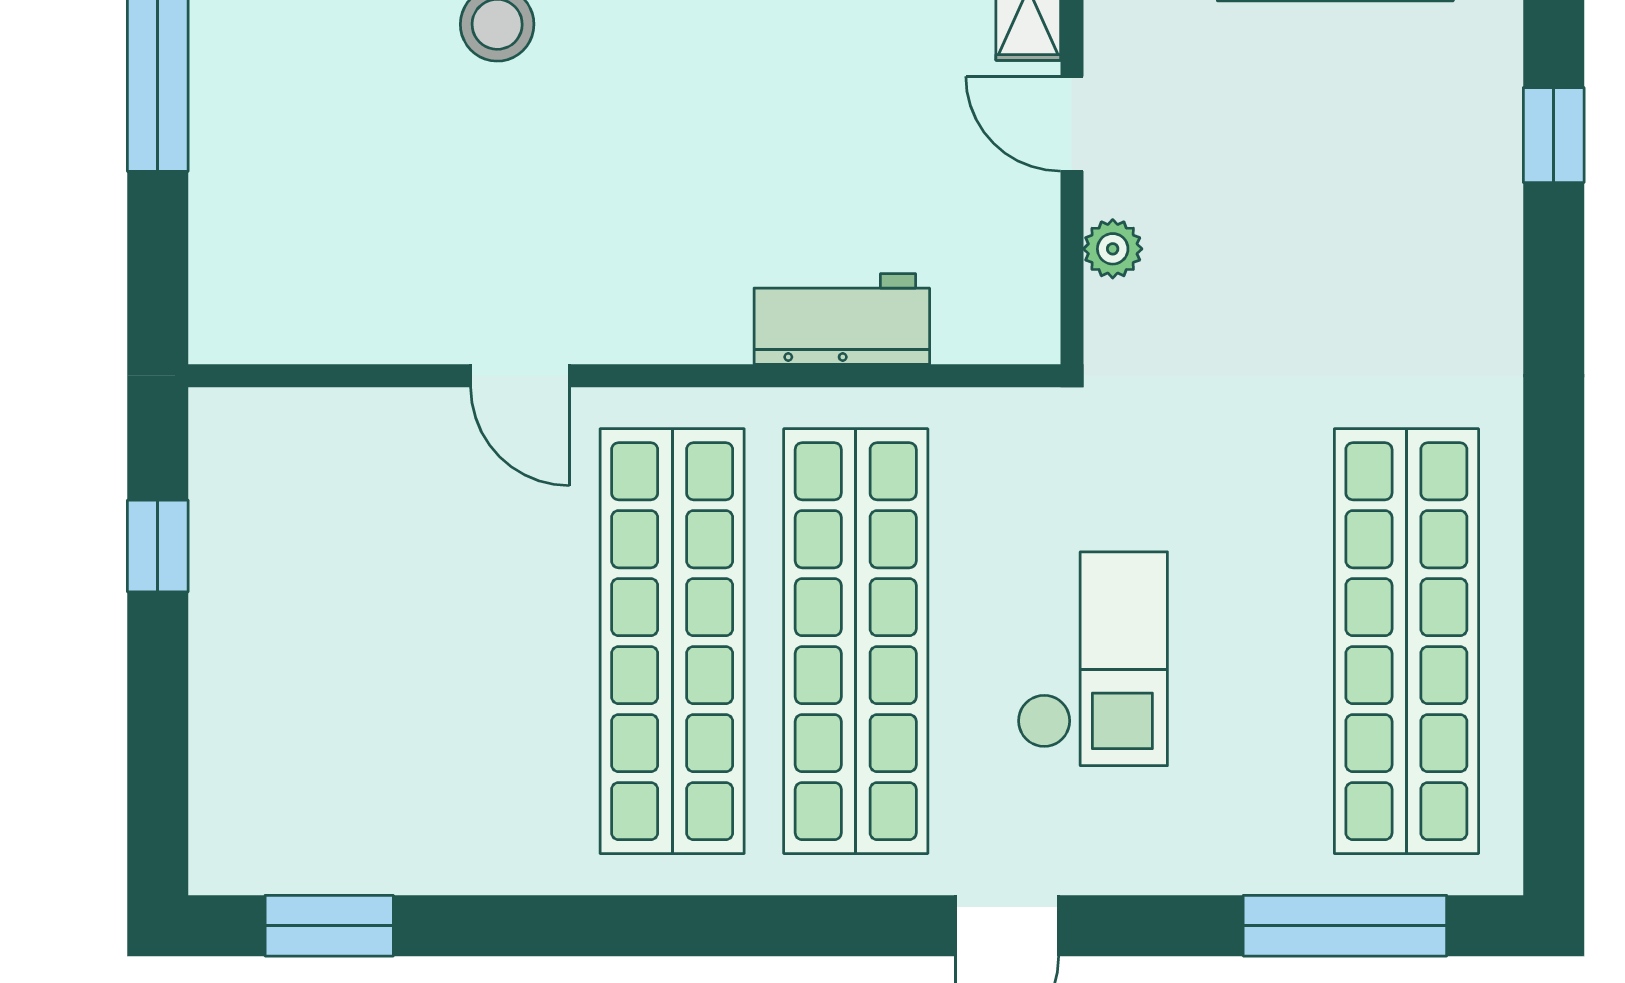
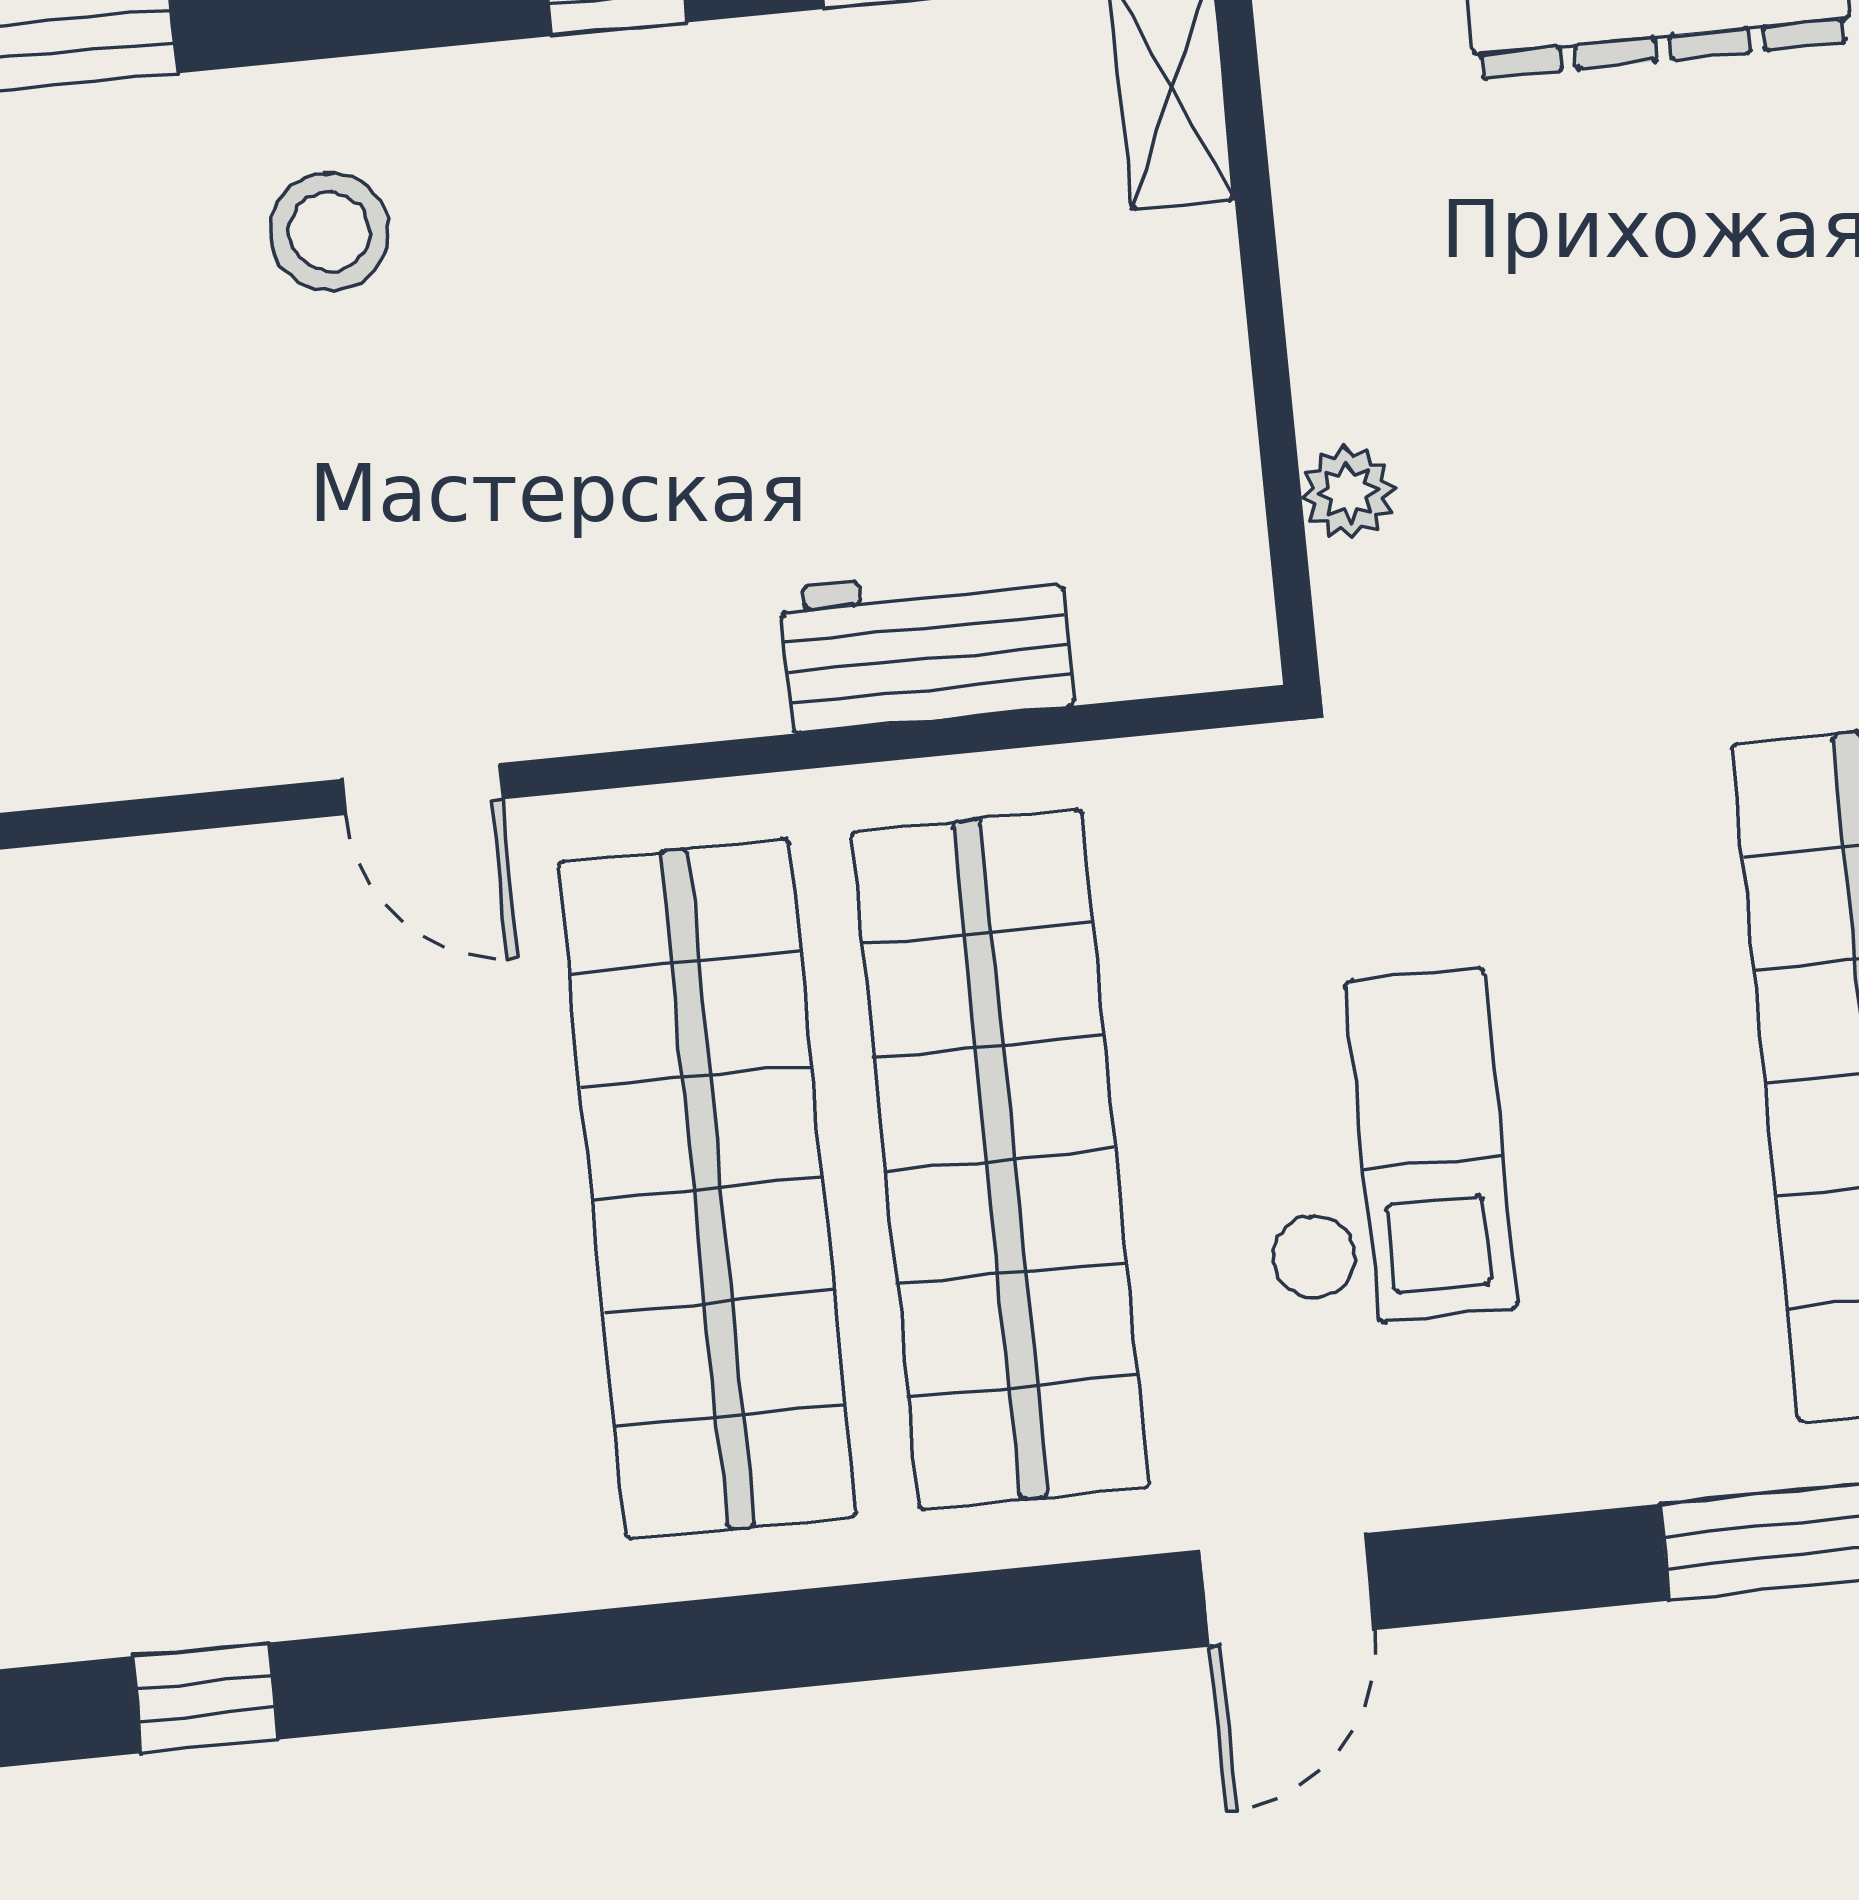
door: (1072, 124) -> (1263, 299), removed
window: (329, 926) -> (205, 1698), width x0.67

